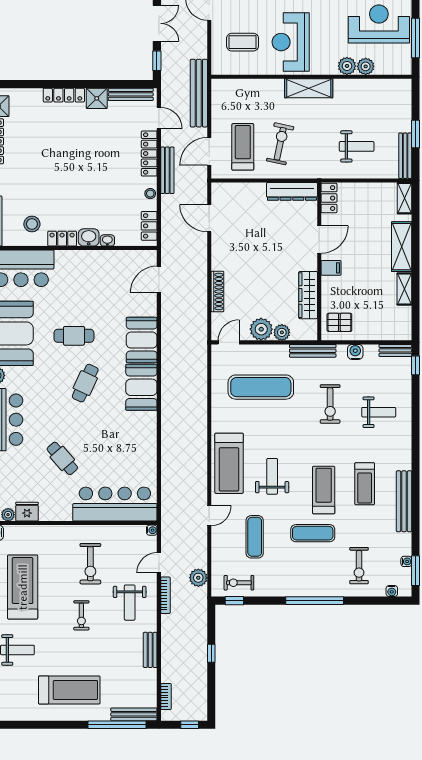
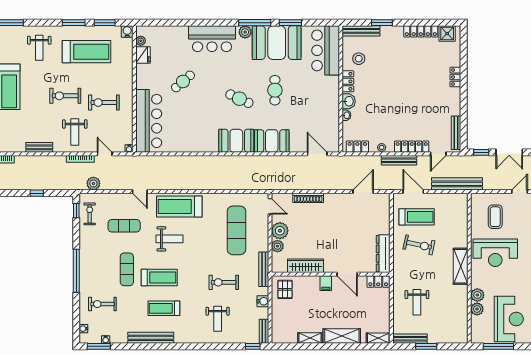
reception desk: (291, 42) -> (495, 253), turned 180
locker: (64, 95) -> (455, 77), width x0.66
shower: (97, 98) -> (453, 107), removed
weight bench: (130, 603) -> (75, 132), turned -90
exercise bike: (81, 615) -> (65, 96), width x1.38, depth x1.39

